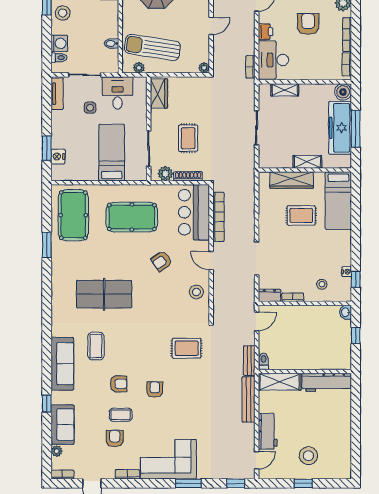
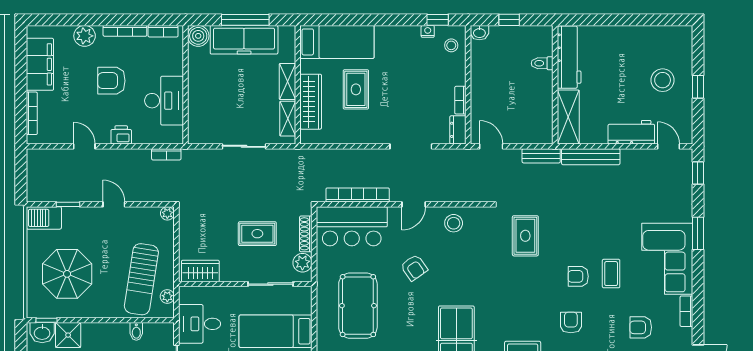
desk: (273, 60) -> (164, 101), moved, turned -90
shelving: (285, 90) -> (288, 119), moved
stool: (322, 284) -> (451, 45), moved
toilet: (263, 361) -> (542, 63), moved
coffee table: (121, 415) -> (611, 274), moved

